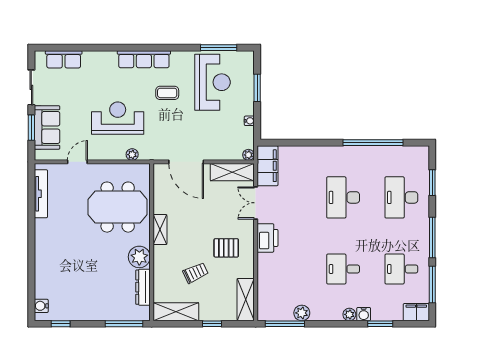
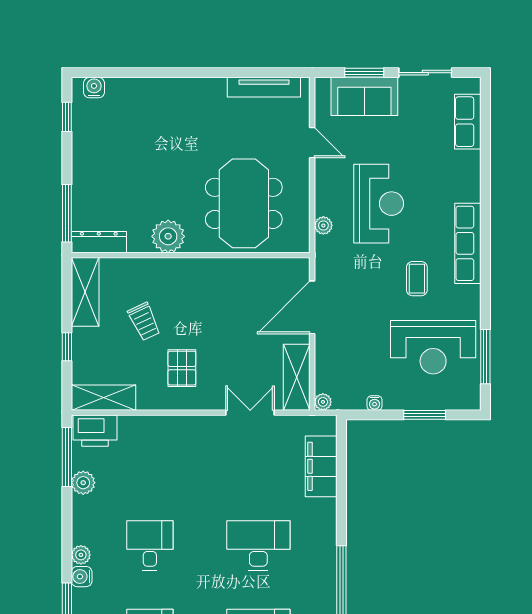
filing cabinet: (267, 166) -> (321, 466), moved, turned 90
shelving: (160, 230) -> (210, 268), removed
printer: (267, 238) -> (95, 431), moved
dresser: (143, 287) -> (99, 242), moved

